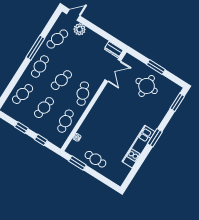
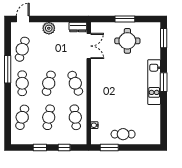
plant: (80, 29) -> (49, 28), moved
kitchen unit: (139, 147) -> (154, 82), moved

